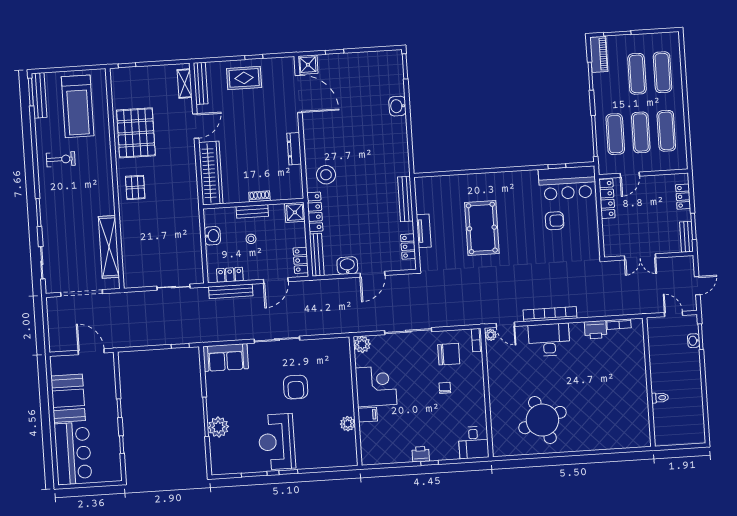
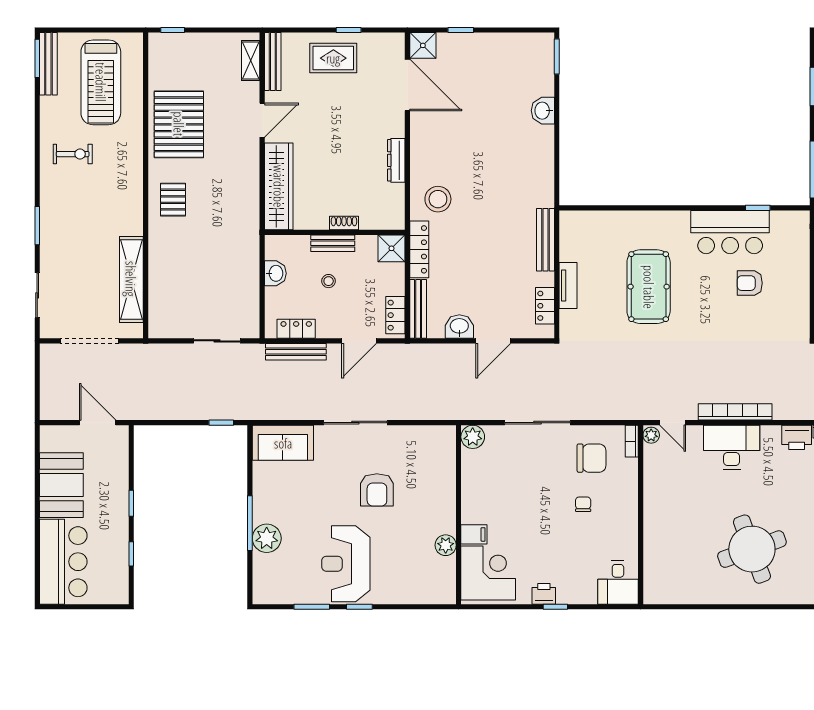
bar counter: (567, 183) -> (730, 232), moved
armchair: (555, 221) -> (750, 283), turned 180
corner desk: (376, 386) -> (488, 573), moved
round table: (542, 420) -> (752, 549), moved

